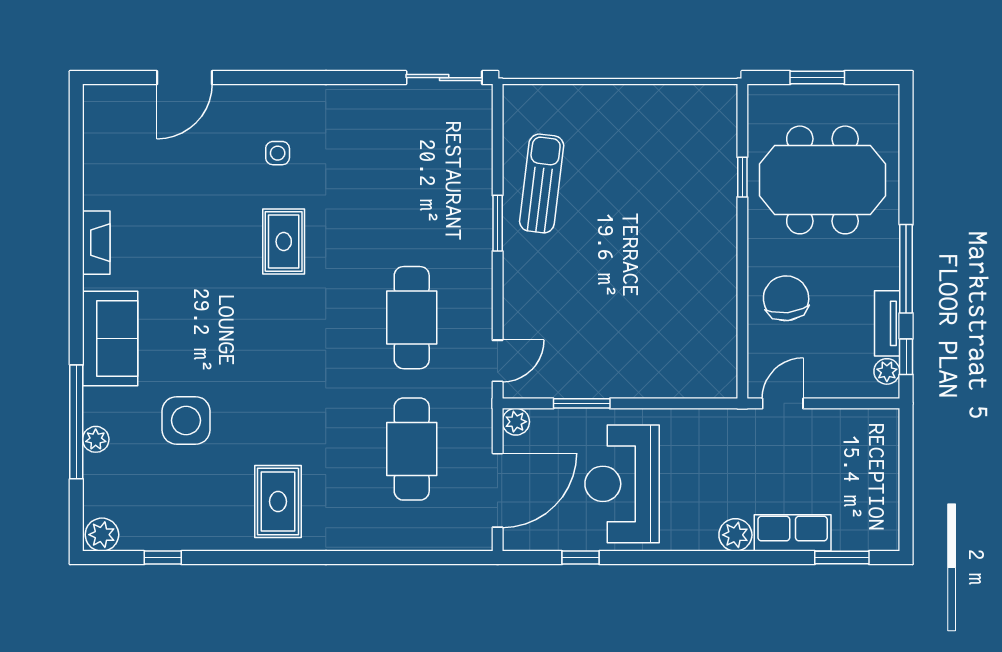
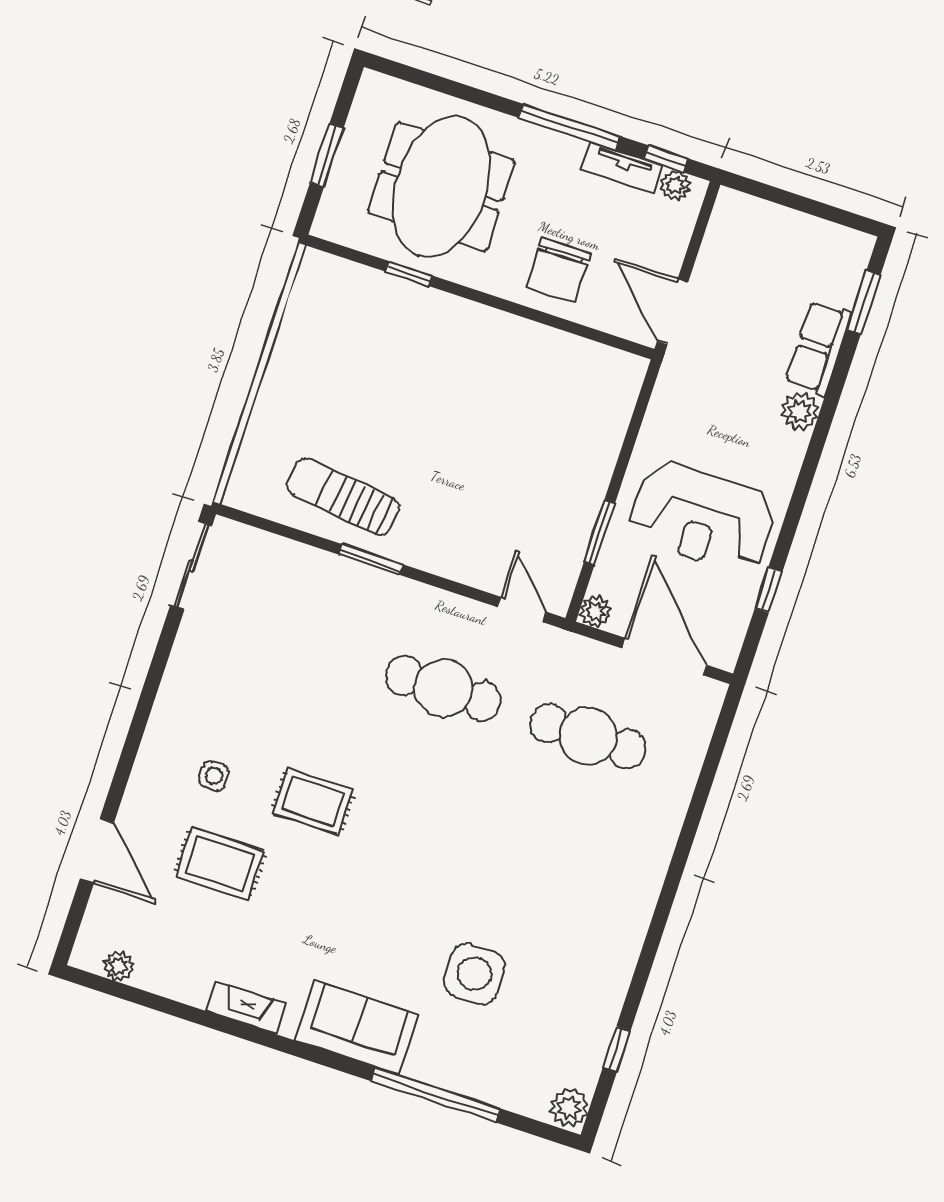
chair: (786, 298) -> (558, 270), turned -84
door: (783, 403) -> (673, 312), width x1.38
plant: (96, 439) -> (119, 966), moved
rug: (278, 502) -> (220, 864), moved

